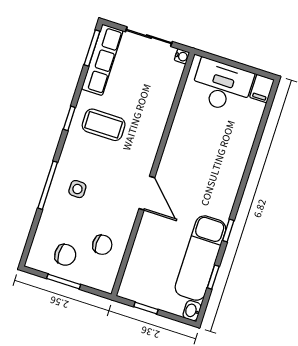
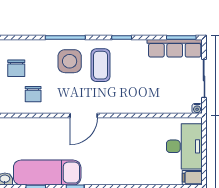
coffee table: (104, 125) -> (101, 65), moved
side table: (77, 189) -> (70, 61), width x1.87, depth x1.87

